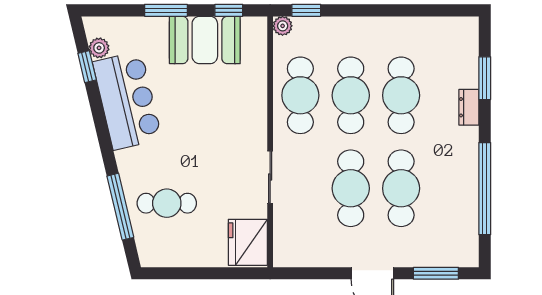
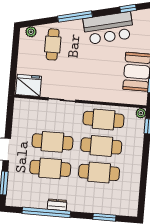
plant: (99, 48) -> (31, 32), moved
dresser: (469, 107) -> (57, 205), moved
window: (120, 207) -> (75, 17), moved

